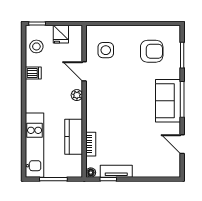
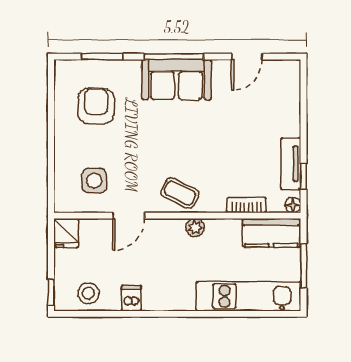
fridge: (61, 34) -> (66, 233), moved, turned 90
plant: (77, 95) -> (195, 228), moved
coffee table: (98, 103) -> (180, 193), added
kitchen counter: (74, 137) -> (271, 233), moved

